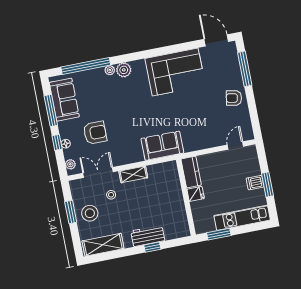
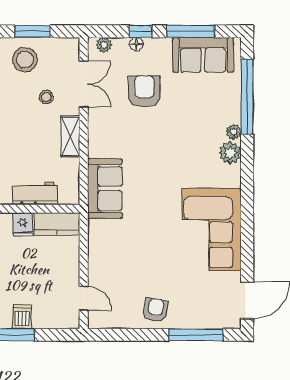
armchair: (95, 133) -> (144, 91), turned 180
workbench: (174, 190) -> (35, 193), added

